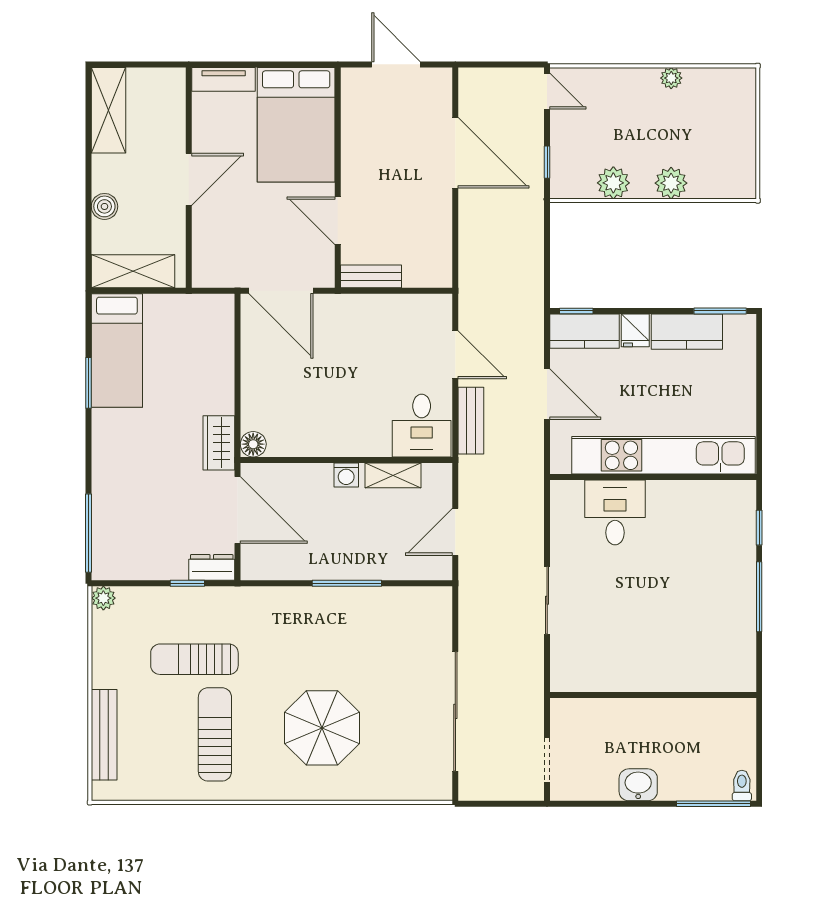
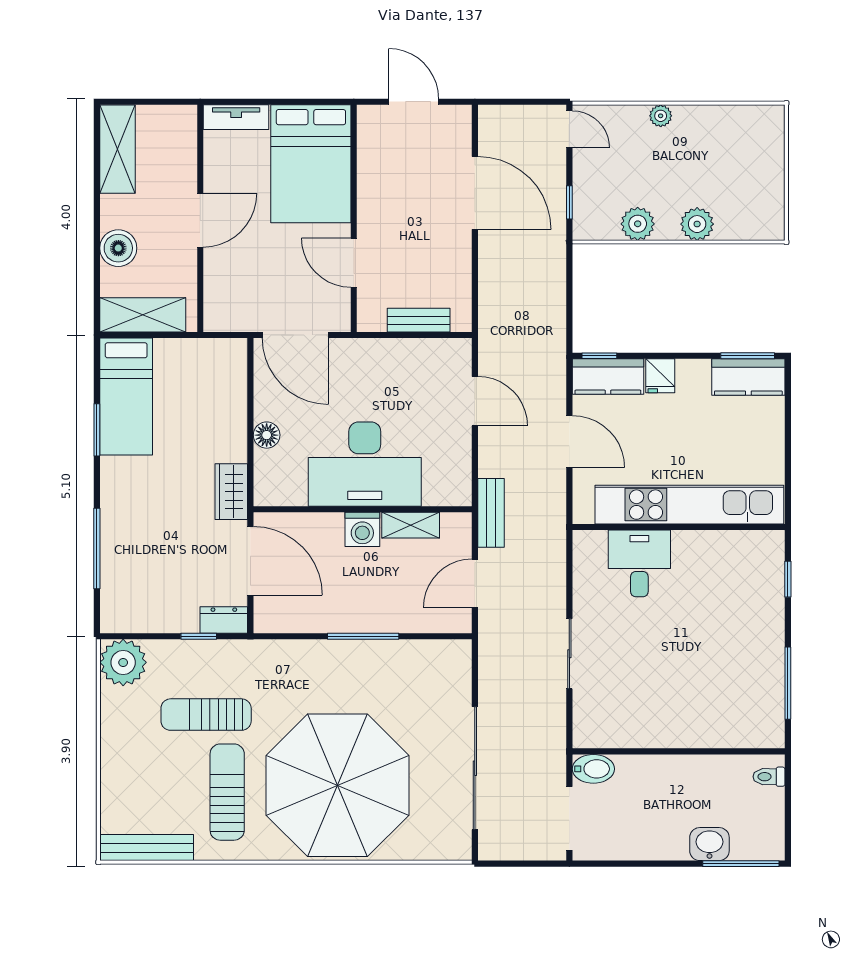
plant: (671, 78) -> (661, 116), moved
boiler: (104, 206) -> (118, 248), width x1.36, depth x1.36
bench: (371, 276) -> (419, 320), moved
kitchen counter: (687, 332) -> (748, 377), moved
bench: (471, 421) -> (491, 513), moved
desk: (422, 426) -> (365, 464), moved, width x1.87, depth x1.30
floor lamp: (253, 444) -> (267, 435), moved
washing machine: (346, 475) -> (362, 529), width x1.38, depth x1.38
window: (88, 533) -> (97, 548), moved
window: (759, 597) -> (788, 683), moved
plant: (103, 598) -> (123, 662), width x1.88, depth x1.88
bidet: (570, 712) -> (593, 769), added
parasol: (322, 728) -> (338, 785), width x1.86, depth x1.86
bench: (104, 735) -> (147, 848), moved, turned 90
doorway: (547, 760) -> (569, 818), width x1.38
washbasin: (638, 785) -> (709, 844), moved
toilet: (742, 785) -> (769, 777), moved, turned -90

